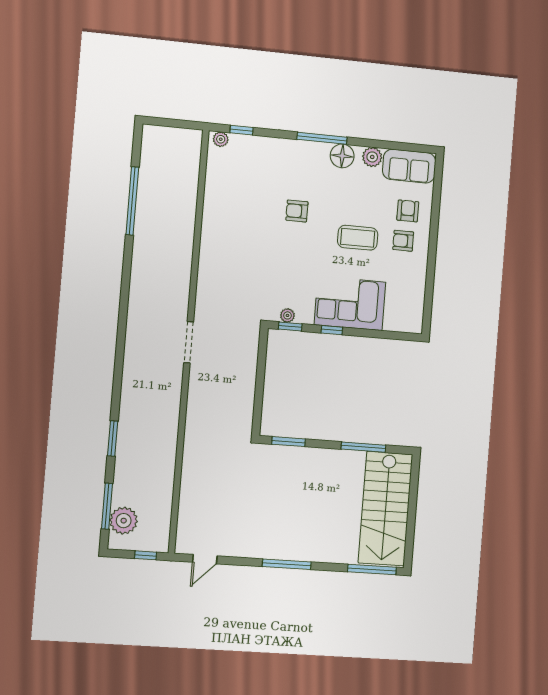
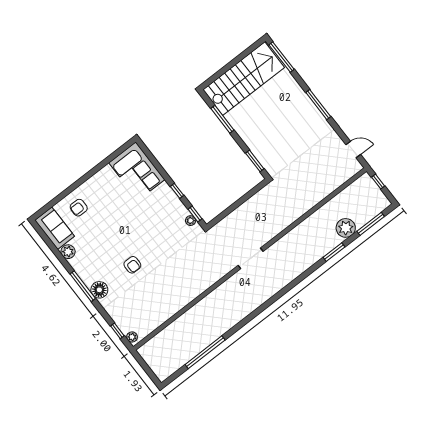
floor lamp: (342, 156) -> (99, 290), moved
coffee table: (358, 238) -> (117, 221), removed
armchair: (403, 241) -> (96, 196), removed
corner sofa: (350, 303) -> (137, 171), moved
plant: (124, 521) -> (346, 228), moved

